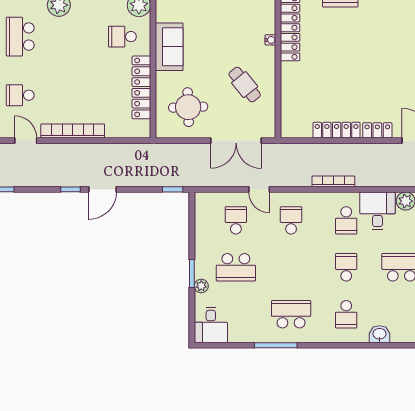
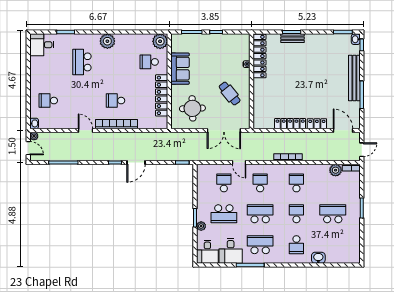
school desk: (20, 95) -> (116, 101), moved
desk: (377, 211) -> (231, 251), moved, turned 180
school desk: (346, 220) -> (296, 183), turned 180
school desk: (291, 267) -> (260, 214), added

